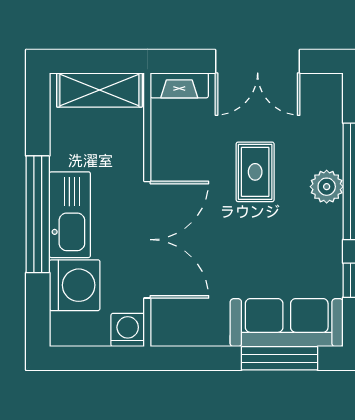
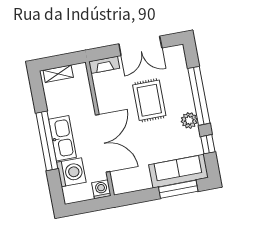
shelving: (99, 90) -> (58, 74), width x0.67, depth x0.75
rug: (255, 172) -> (149, 100), width x1.36, depth x1.43
plant: (327, 187) -> (189, 120), moved

